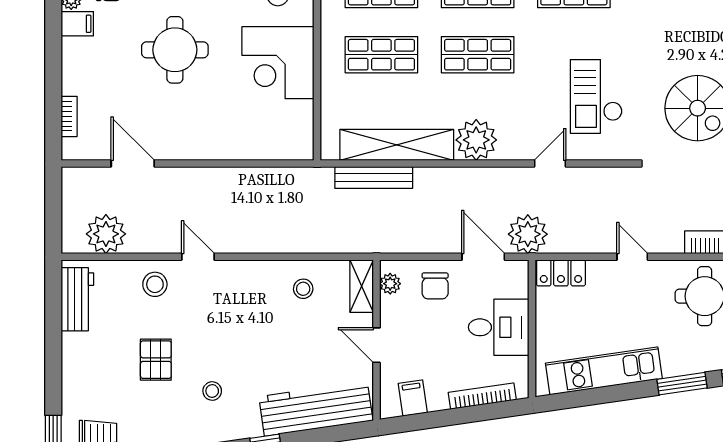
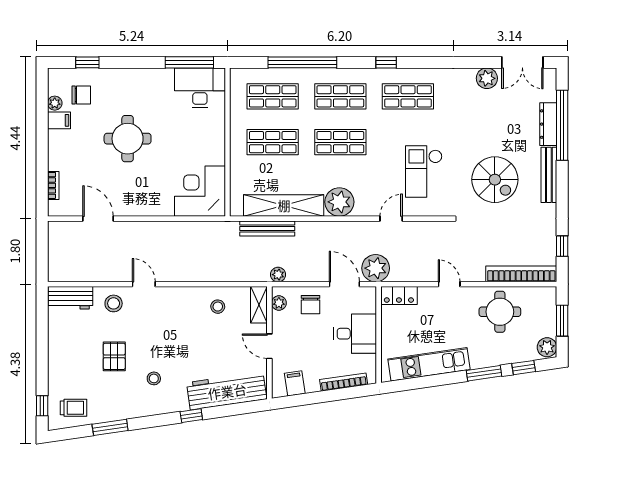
corner desk: (278, 63) -> (200, 191), moved, turned 90
plant: (106, 234) -> (278, 275), moved, width x0.53, depth x0.53
workbench: (77, 299) -> (70, 298), moved, turned 90

